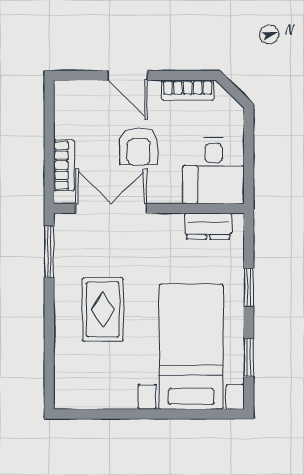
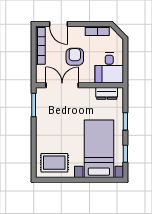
door: (128, 75) -> (59, 24), moved
armchair: (139, 147) -> (75, 57), turned 180
bookcase: (64, 165) -> (40, 46), moved, width x1.56
rug: (103, 309) -> (54, 163), moved, turned 90

